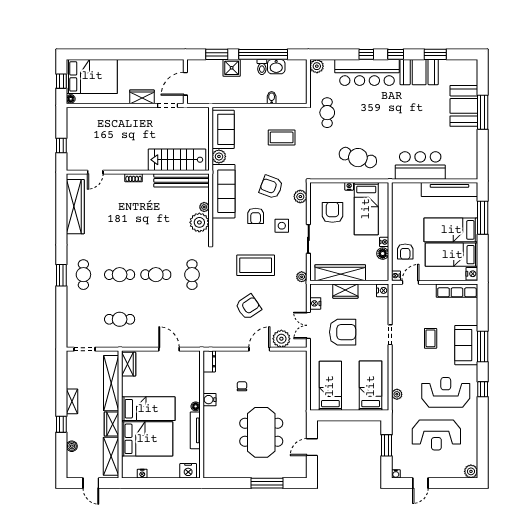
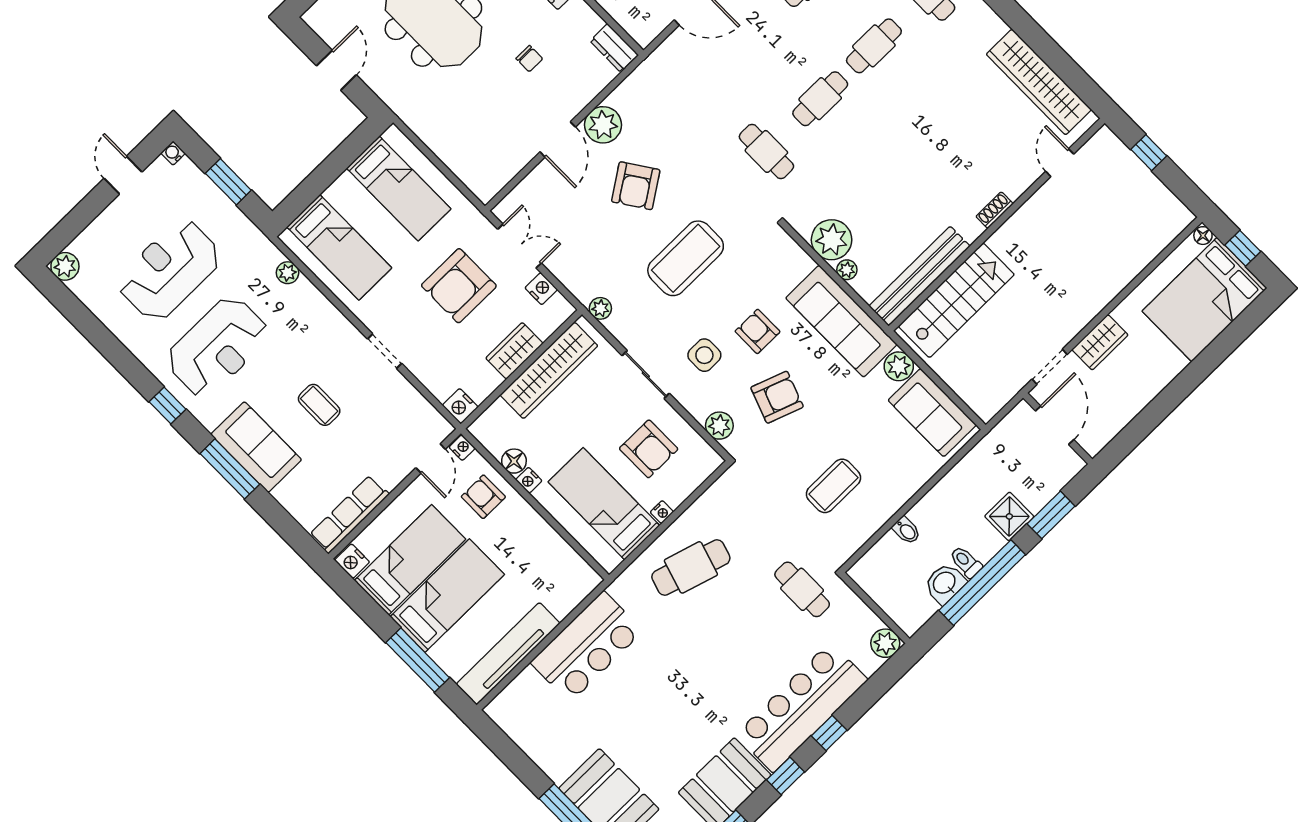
plant: (281, 339) -> (603, 125), moved

